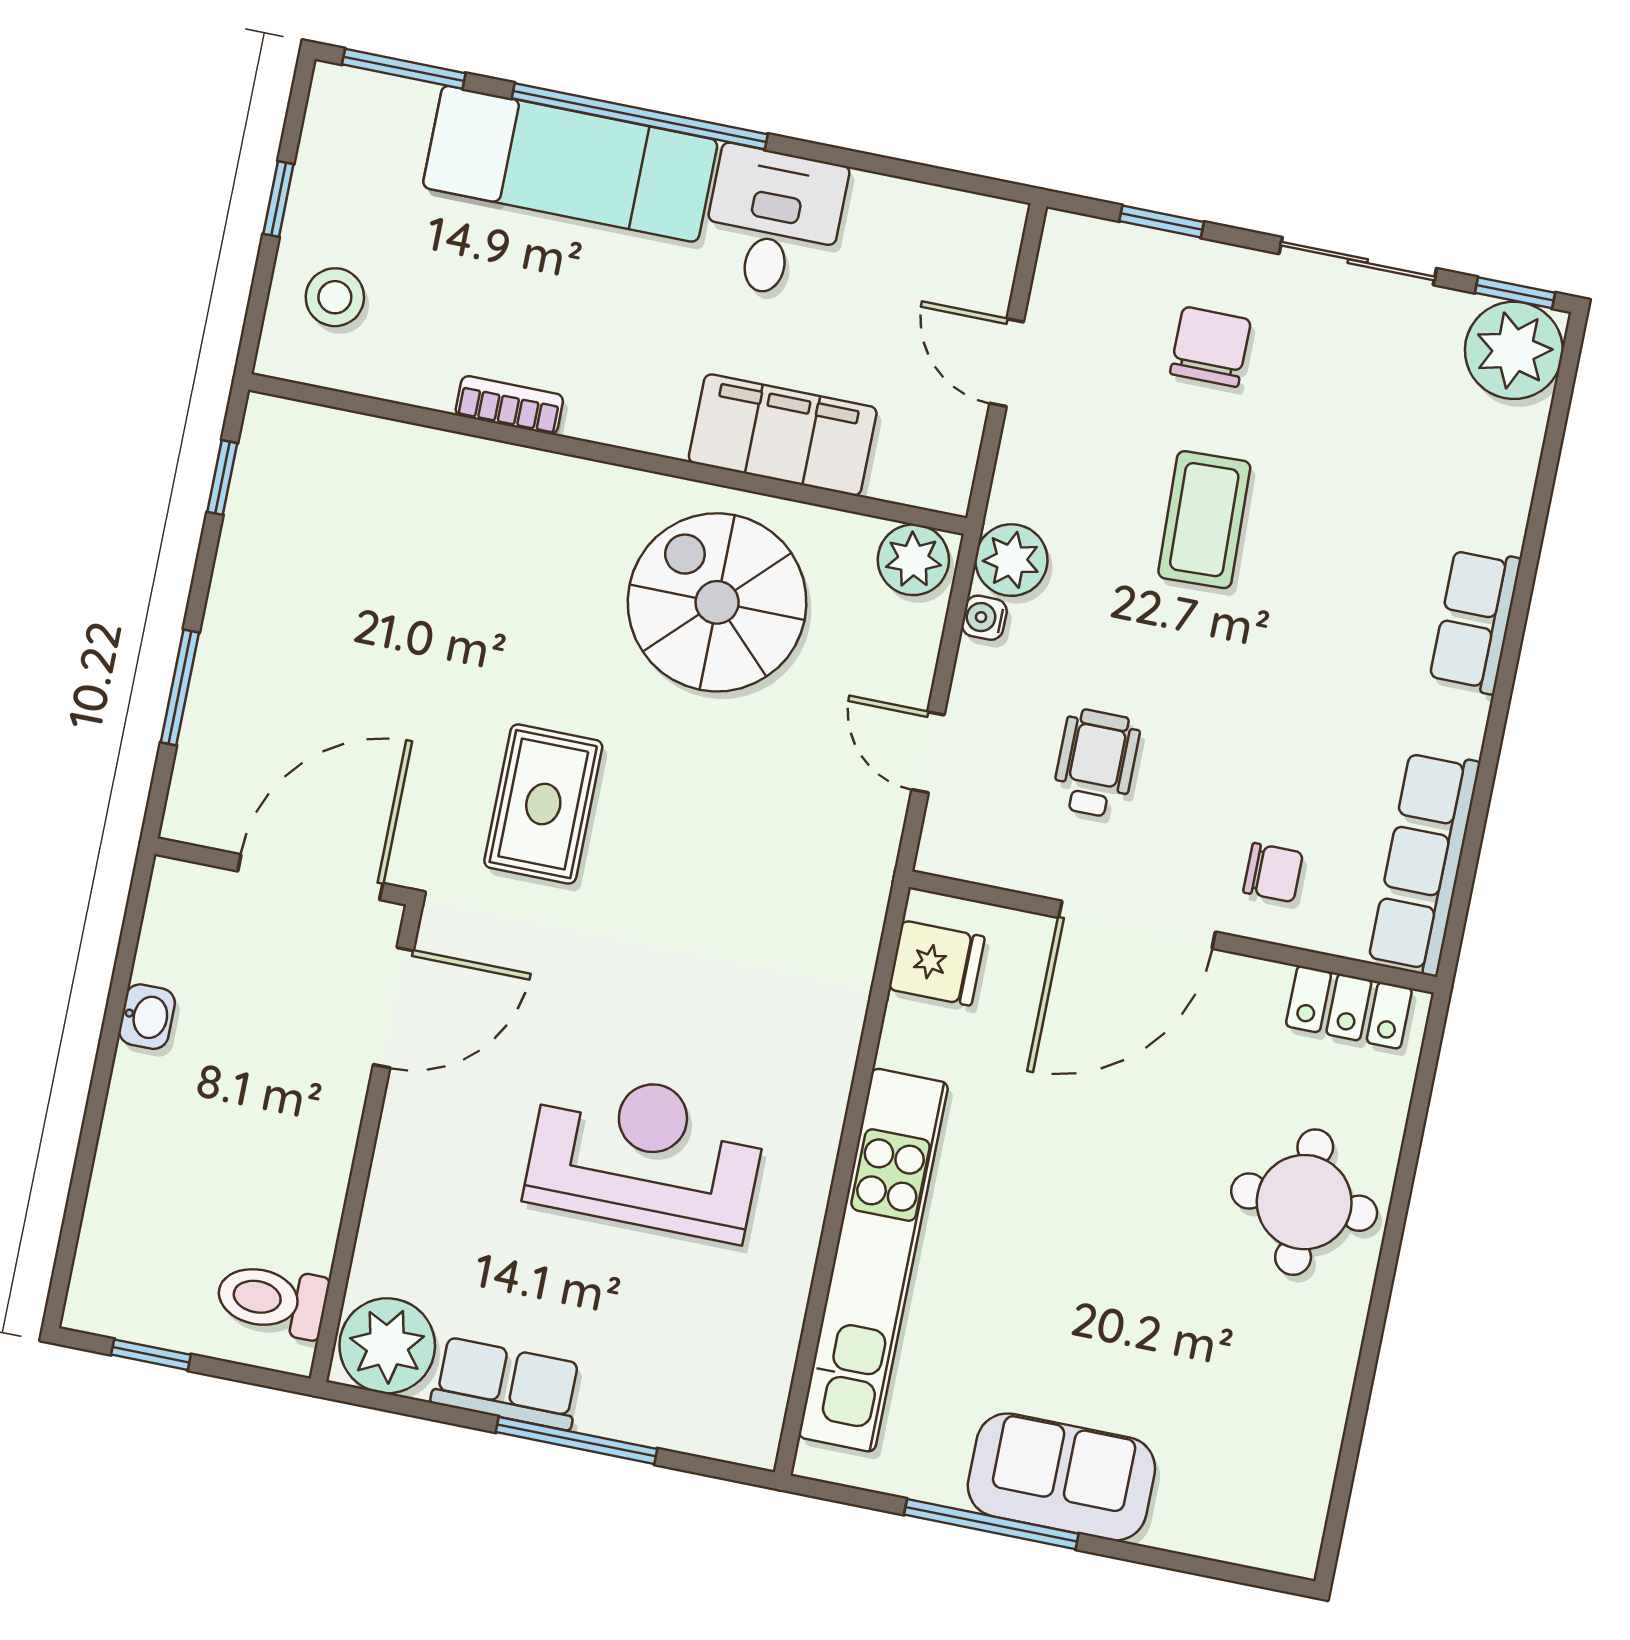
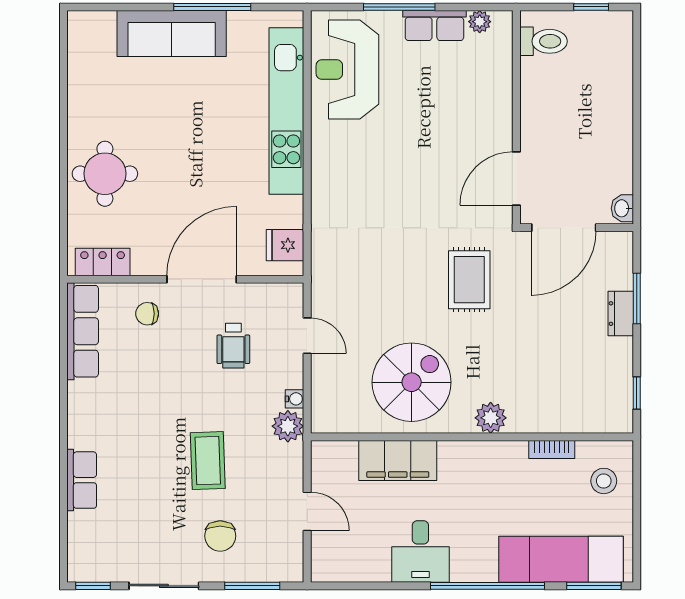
exam couch: (570, 164) -> (561, 559), moved
window: (278, 199) -> (637, 519), removed
window: (1162, 222) -> (252, 586), width x1.50
plant: (1514, 350) -> (88, 561), removed
bookcase: (509, 405) -> (552, 449), moved
plant: (913, 560) -> (491, 418), moved
spiral stairs: (717, 602) -> (412, 382), turned -90
row of seats: (1475, 620) -> (82, 480), moved
dresser: (222, 661) -> (621, 314), added
washbasin: (147, 1017) -> (622, 208), moved
reception desk: (646, 1154) -> (347, 70), moved, turned 90
plant: (387, 1346) -> (480, 22), width x0.53, depth x0.53
sofa: (1061, 1477) -> (172, 34), width x1.36

